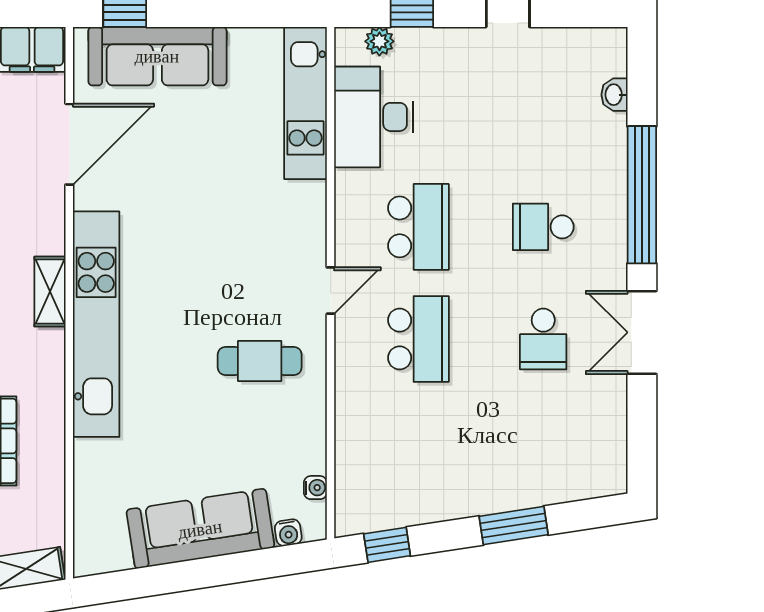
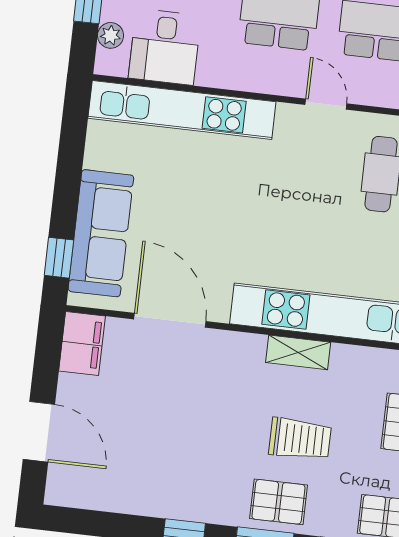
kitchen unit: (306, 103) -> (182, 110), width x1.36
desk: (374, 117) -> (165, 47), width x0.73

